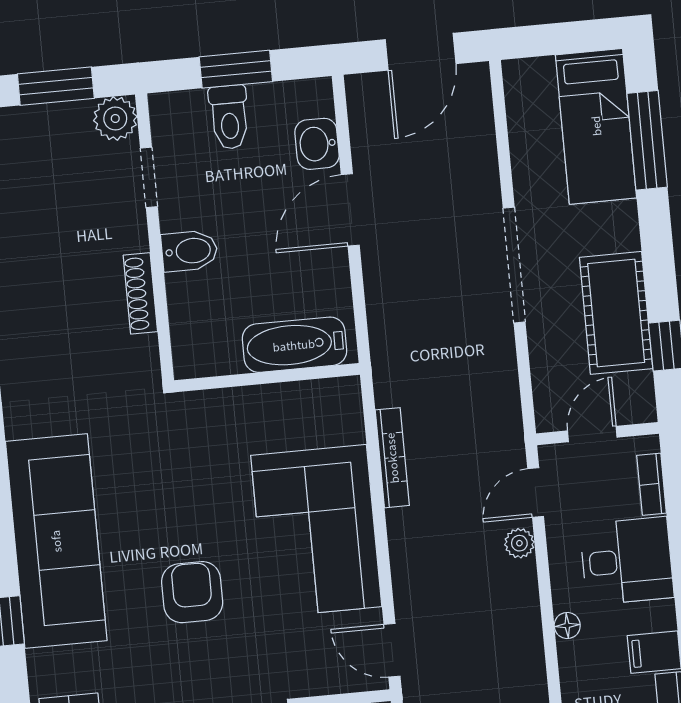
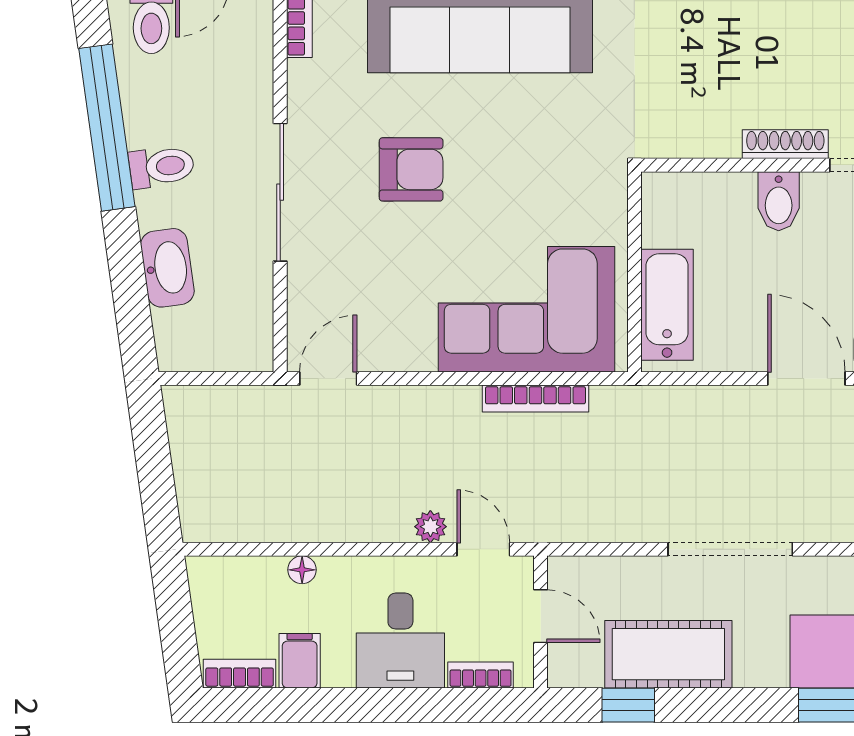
shoe rack: (140, 293) -> (785, 144), moved
corner sofa: (316, 531) -> (527, 309), moved
floor lamp: (567, 626) -> (302, 570), moved

